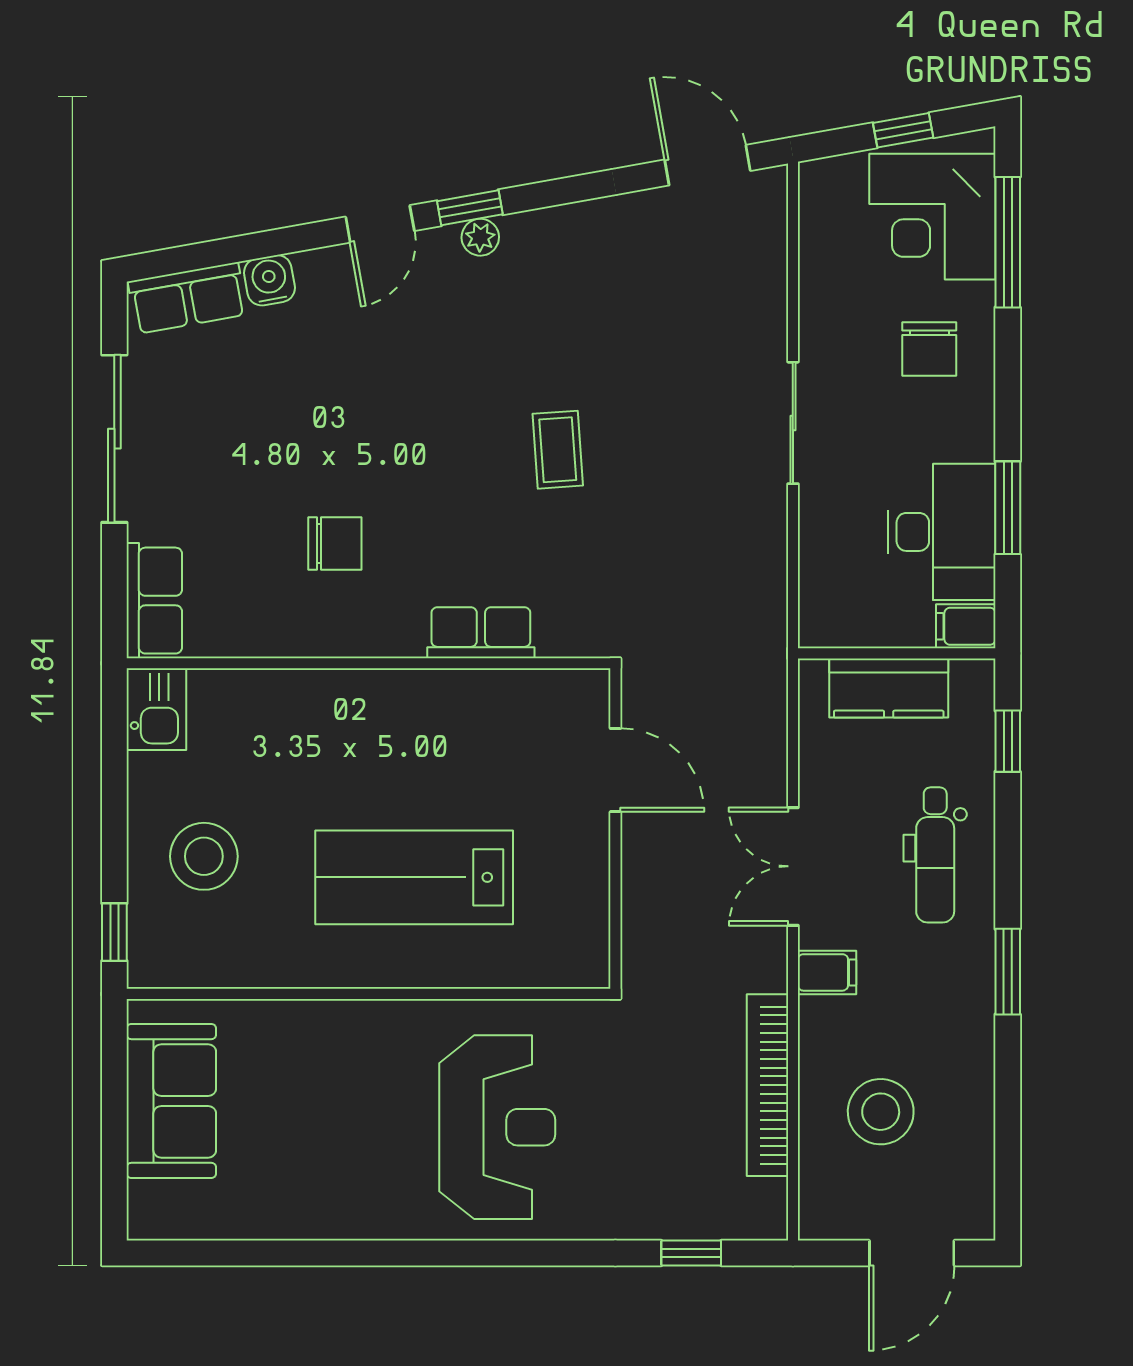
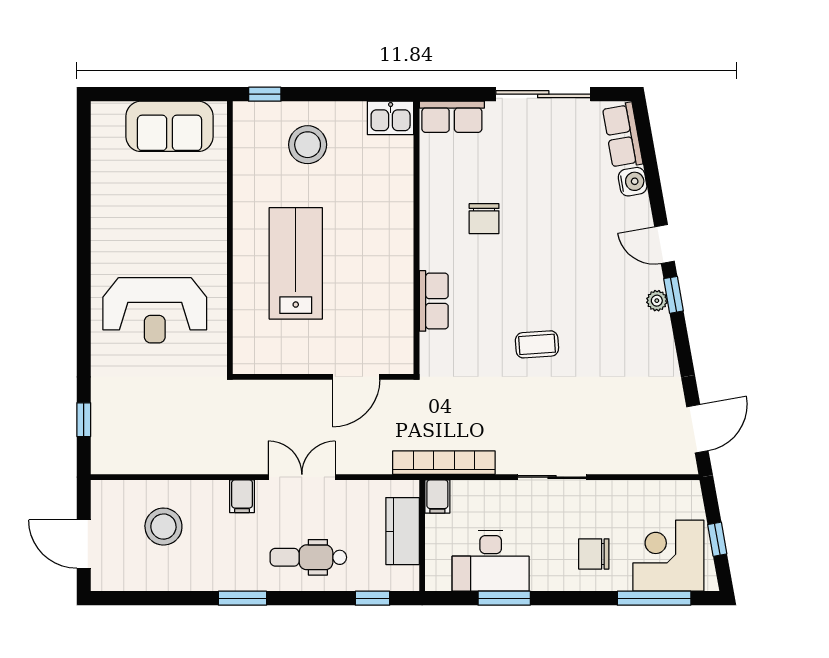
filing cabinet: (966, 626) -> (437, 497), moved, turned 180
bookcase: (767, 1085) -> (444, 463), moved

